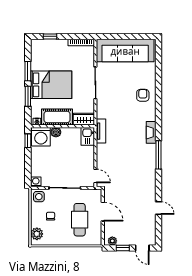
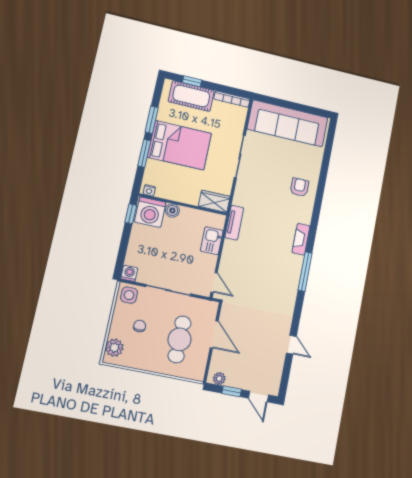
cot: (57, 117) -> (191, 96), moved
kitchen sink: (88, 136) -> (212, 241), moved

